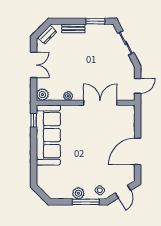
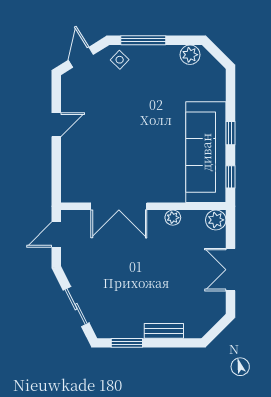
dresser: (47, 35) -> (208, 320), removed
window: (34, 146) -> (230, 133), added
door: (138, 151) -> (56, 125), width x0.53
plant: (78, 193) -> (190, 55), moved

